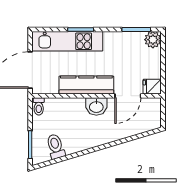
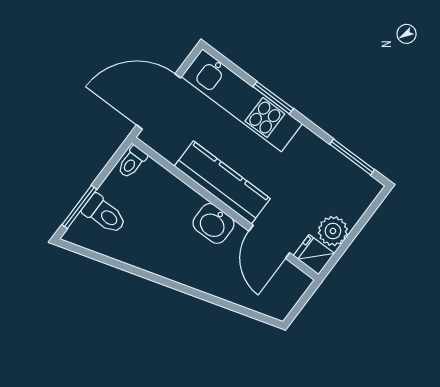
plant: (153, 40) -> (333, 231), moved
door: (128, 96) -> (269, 242), hinge flipped
toilet: (56, 146) -> (104, 214), moved, turned 107

